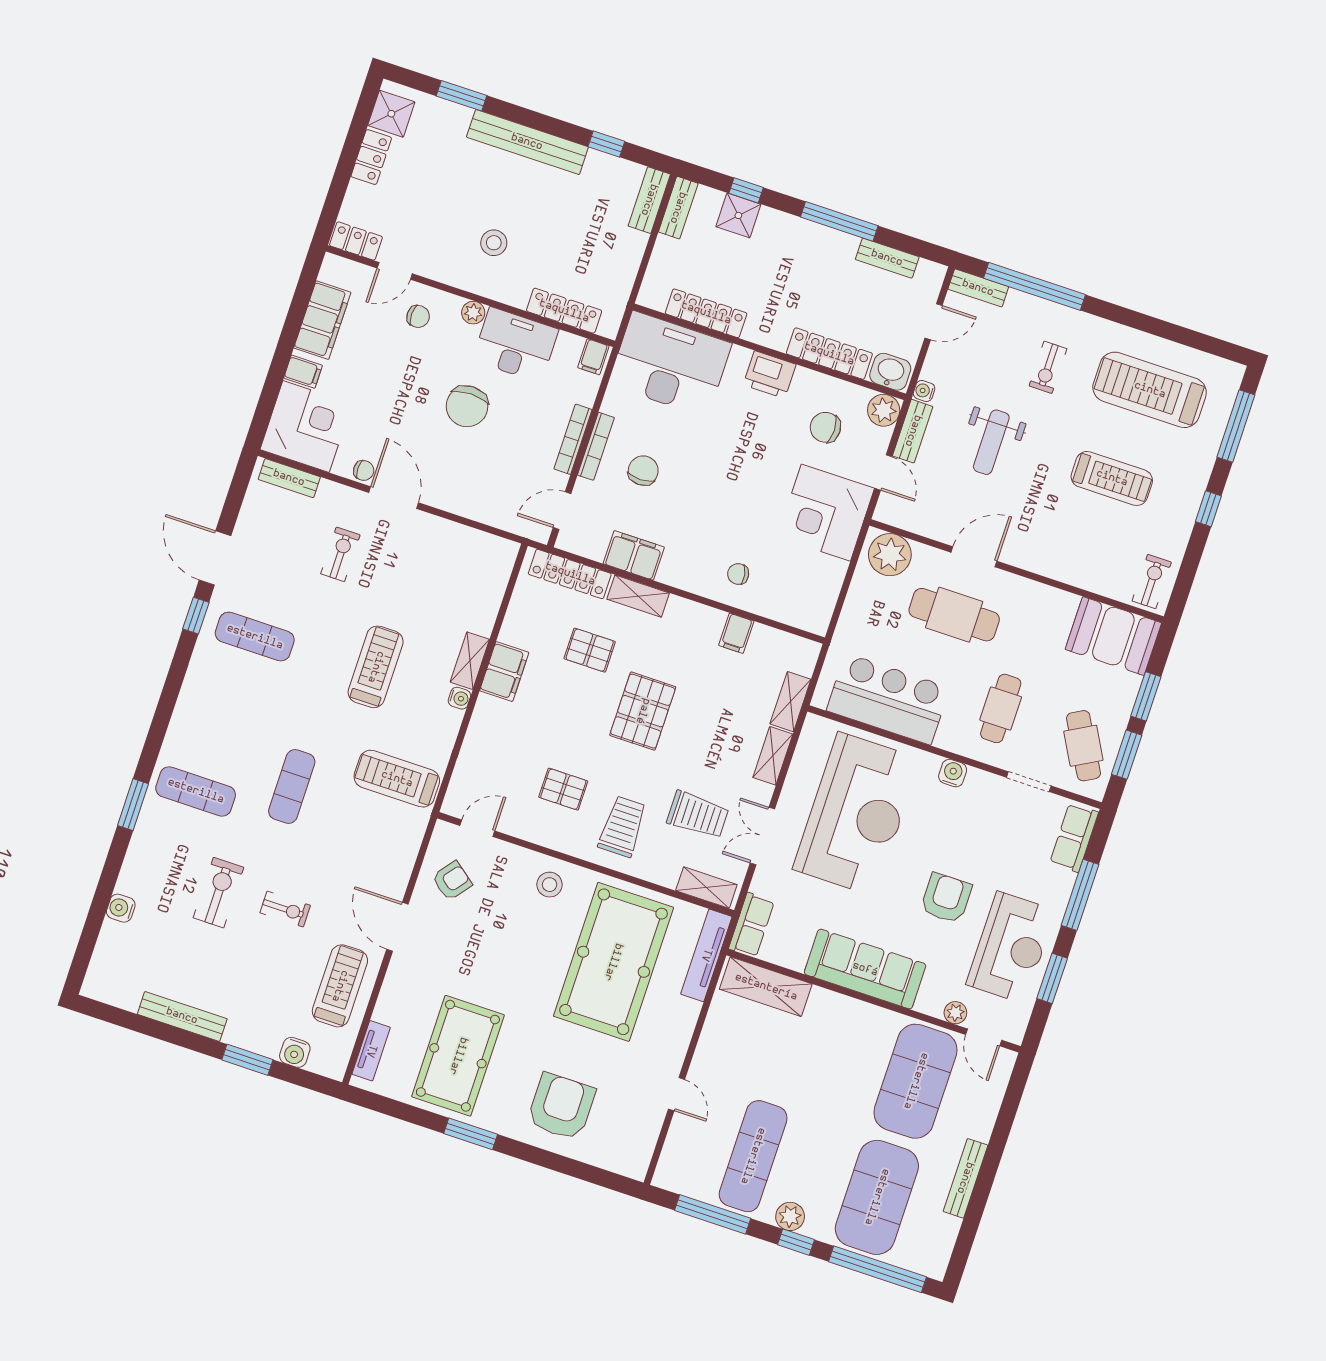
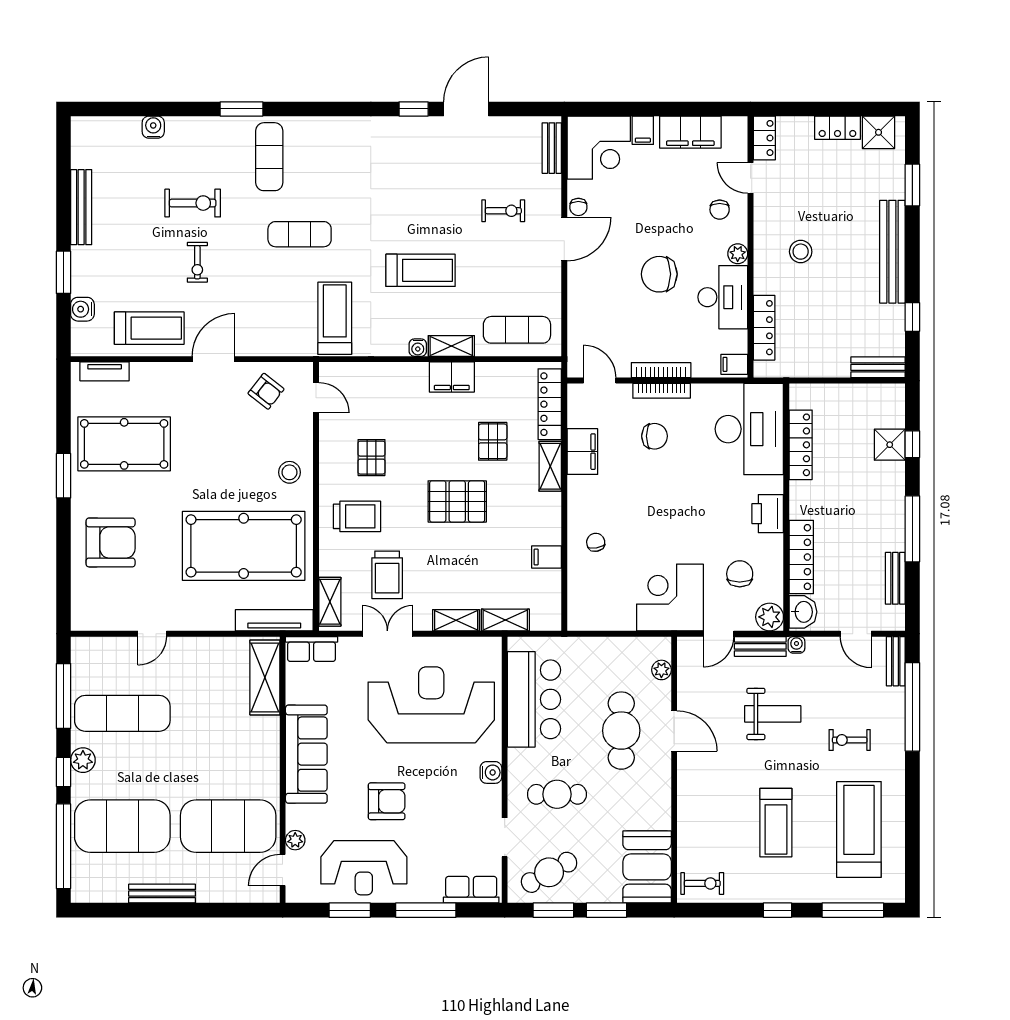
bench: (678, 208) -> (880, 393), removed
weight bench: (991, 442) -> (773, 714), turned 180
plant: (890, 555) -> (661, 670), width x0.53, depth x0.53
exercise mat: (255, 637) -> (517, 330), moved, turned 90
reception desk: (857, 814) -> (431, 705), turned 180

